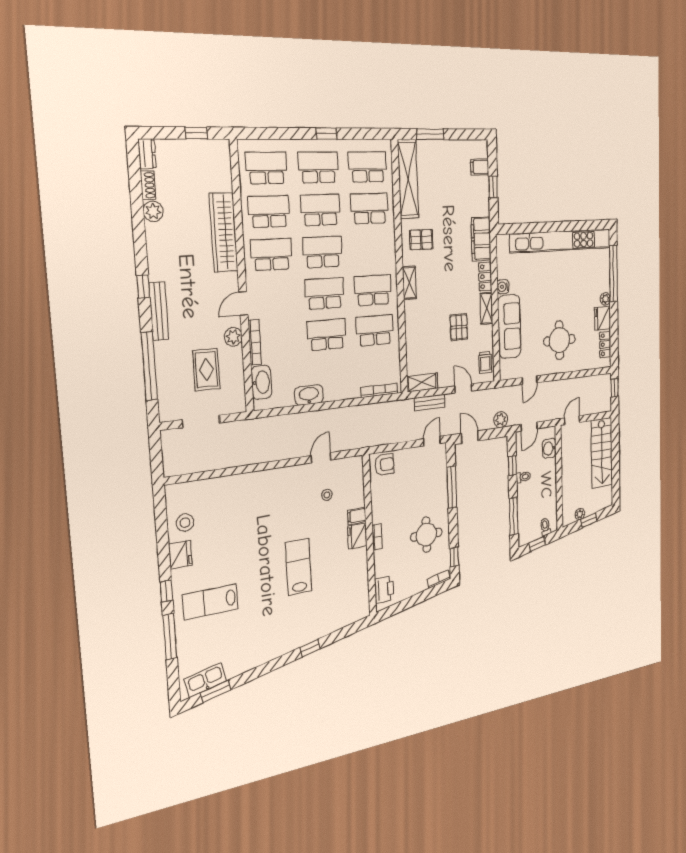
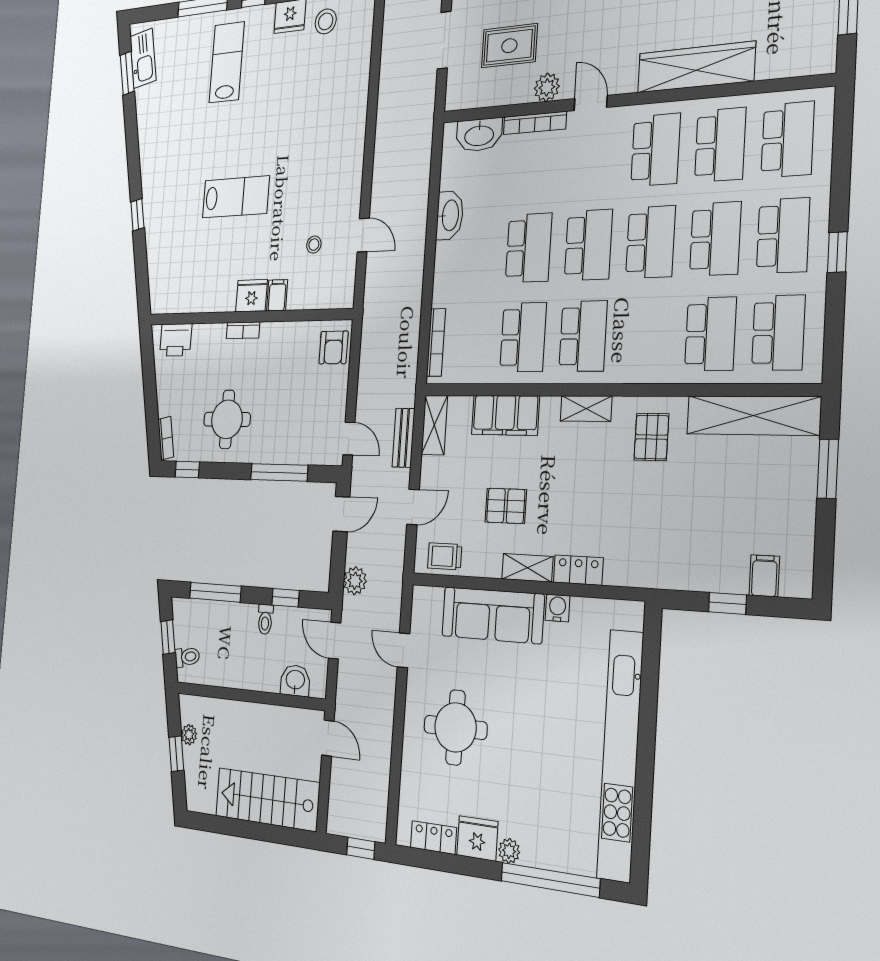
filing cabinet: (481, 239) -> (505, 415), moved, turned 180

